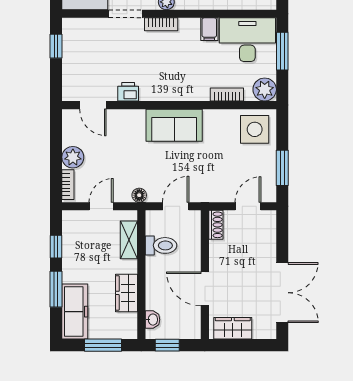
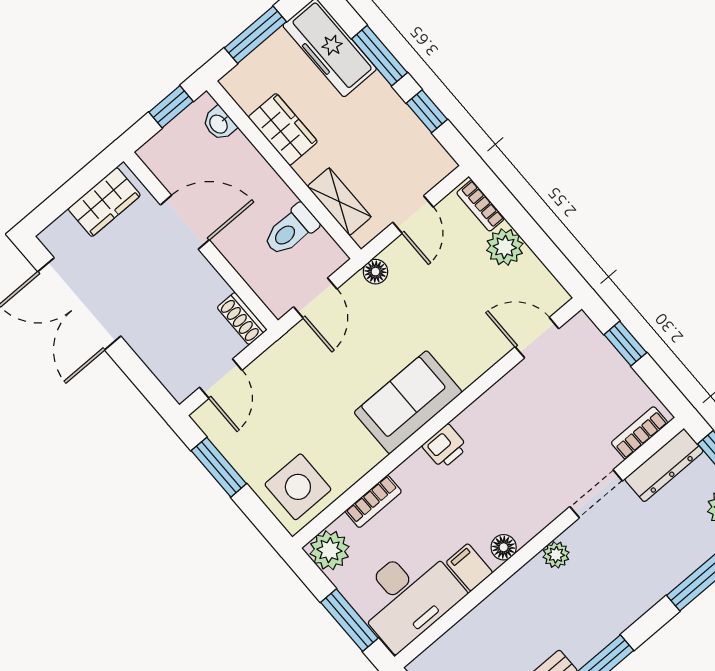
bookcase: (161, 24) -> (640, 433), moved
floor lamp: (187, 25) -> (504, 547), added
window: (56, 46) -> (625, 344), moved
printer: (128, 92) -> (445, 446), moved

